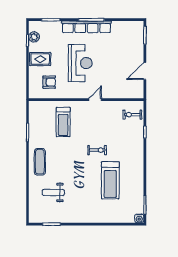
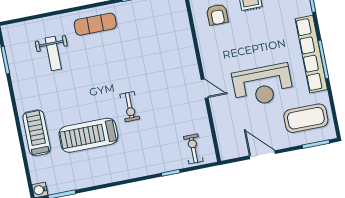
coffee table: (127, 38) -> (306, 118), added
reception desk: (80, 63) -> (263, 85), moved
treadmill: (63, 122) -> (37, 133), moved, turned 90
weight bench: (53, 192) -> (53, 53), turned 180

